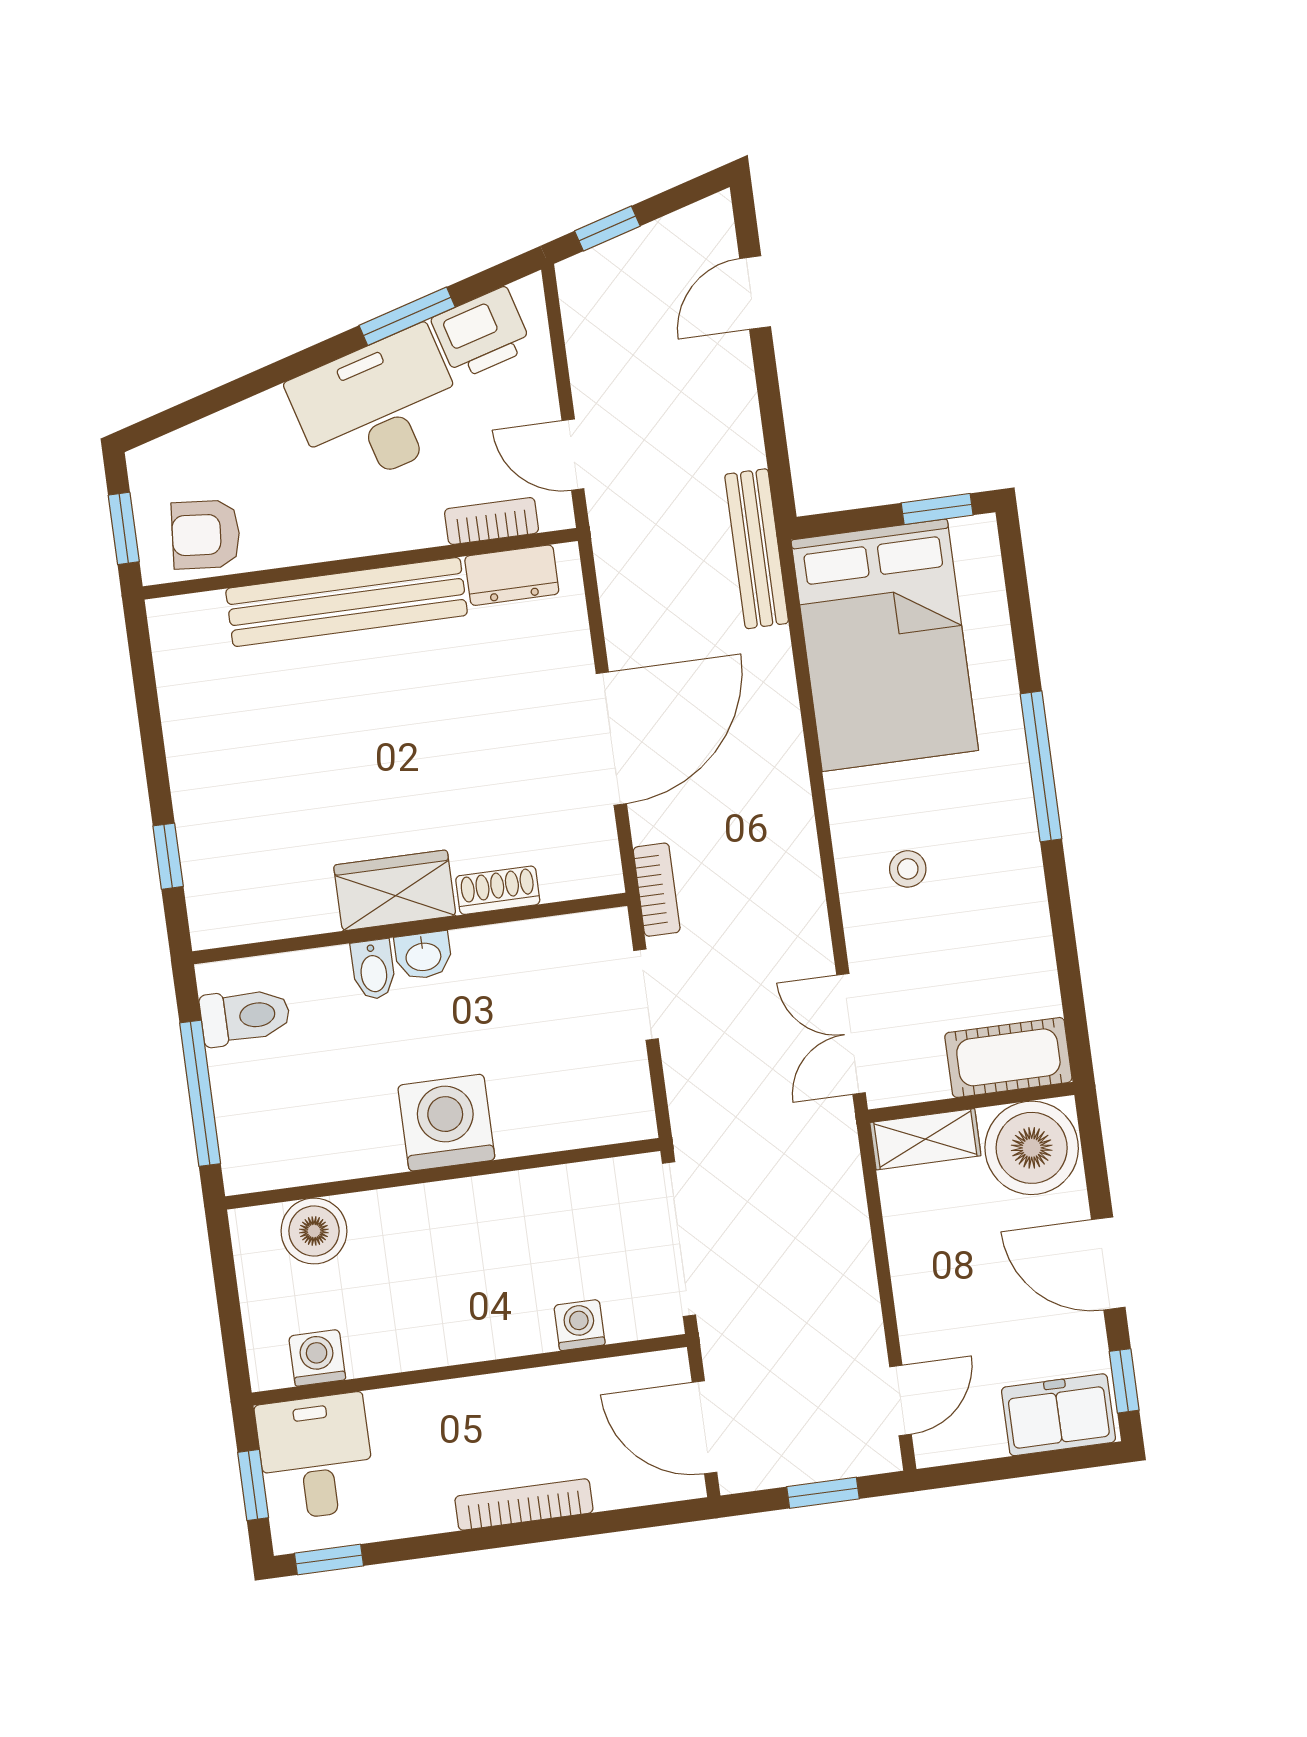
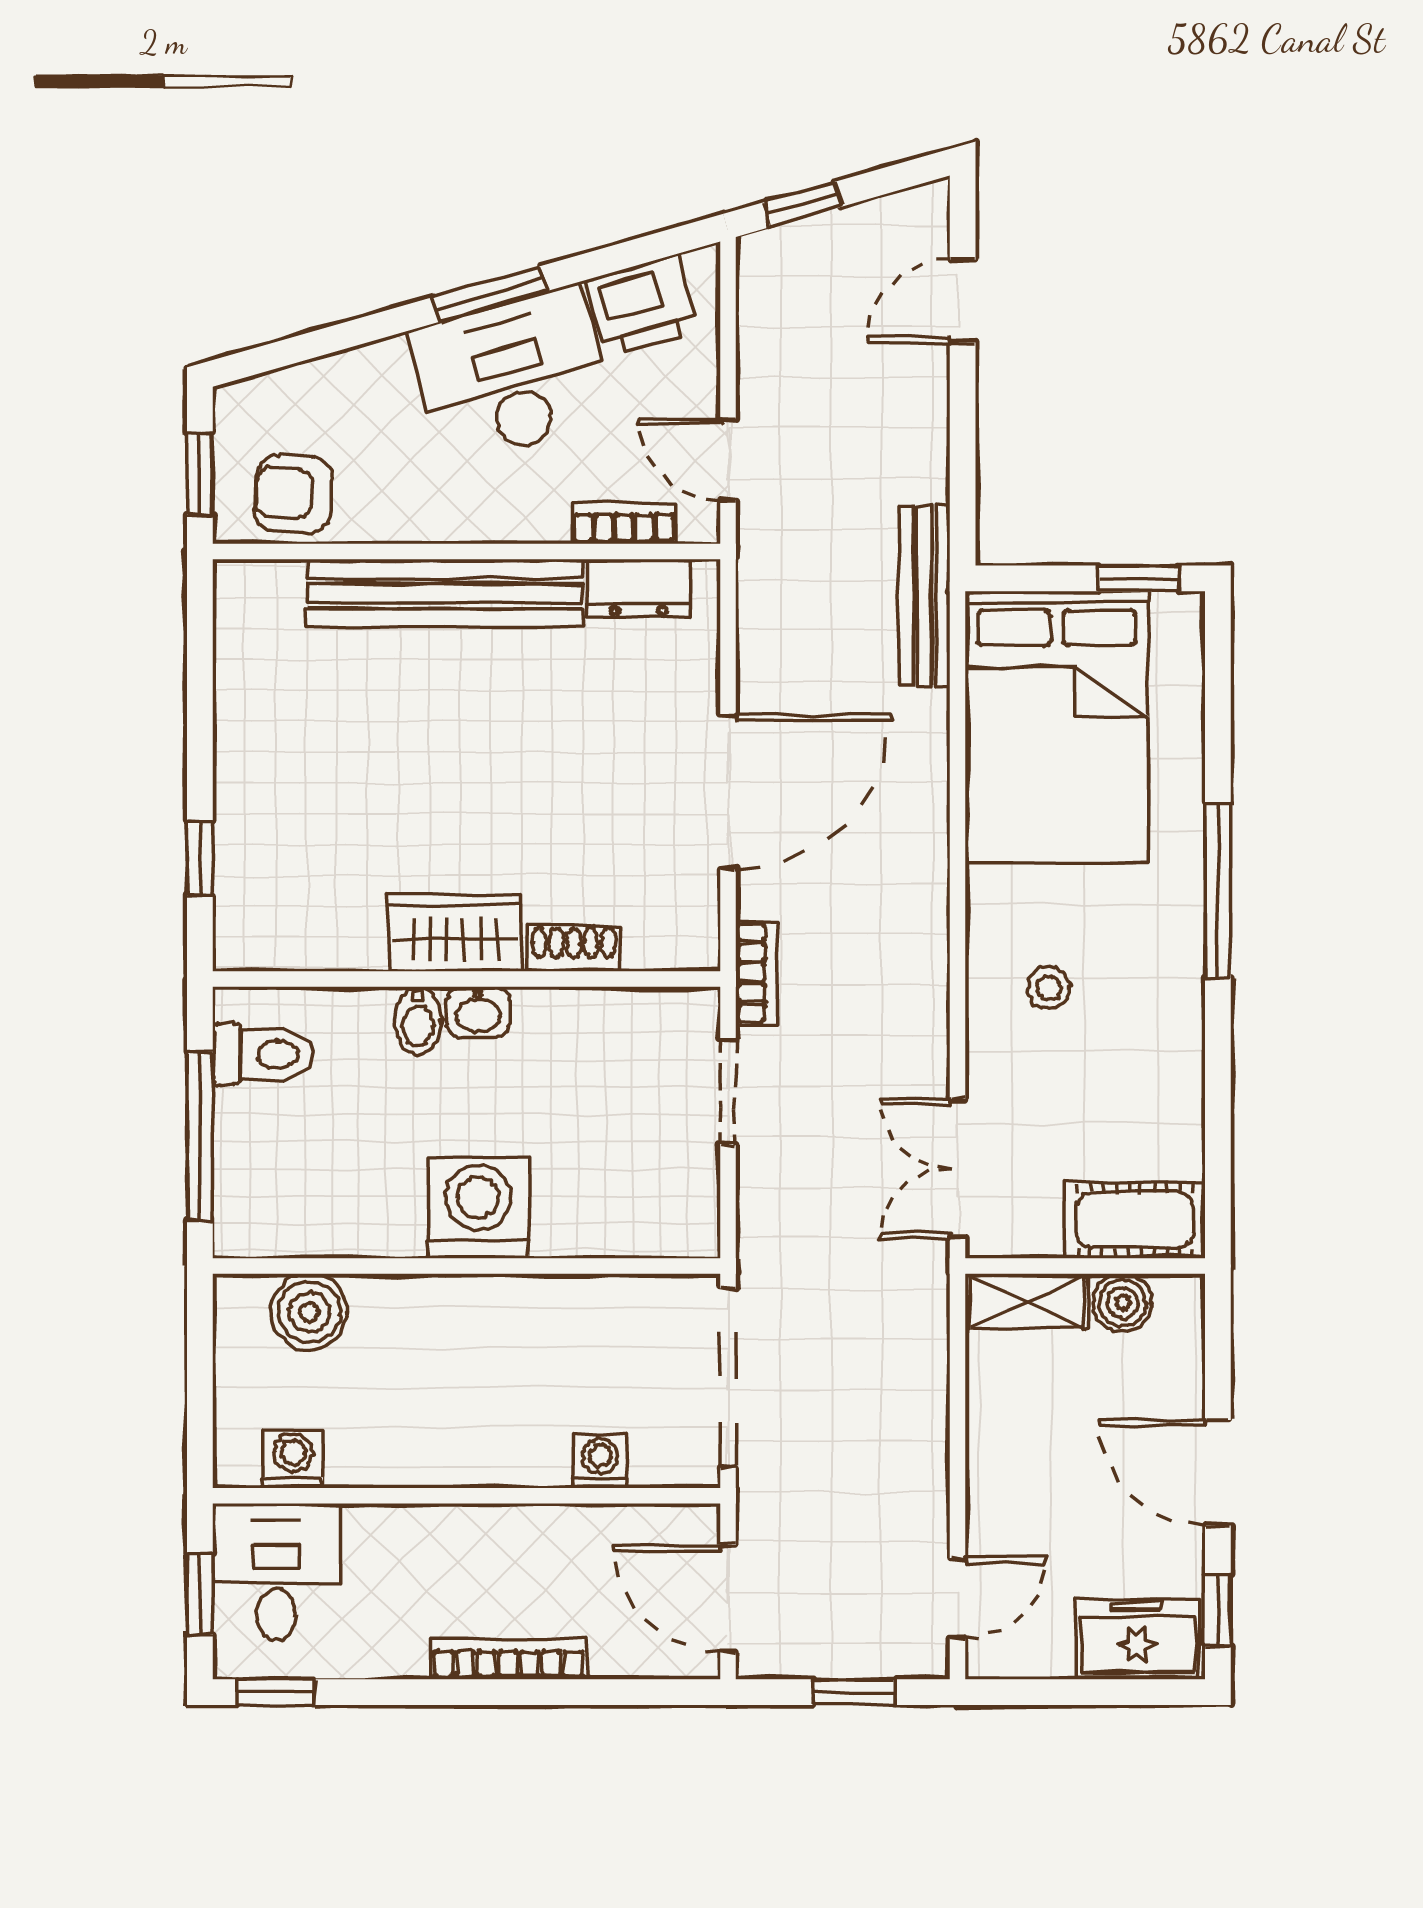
window: (407, 316) -> (490, 294), moved
boiler: (1032, 1148) -> (1123, 1303), width x0.54, depth x0.54

